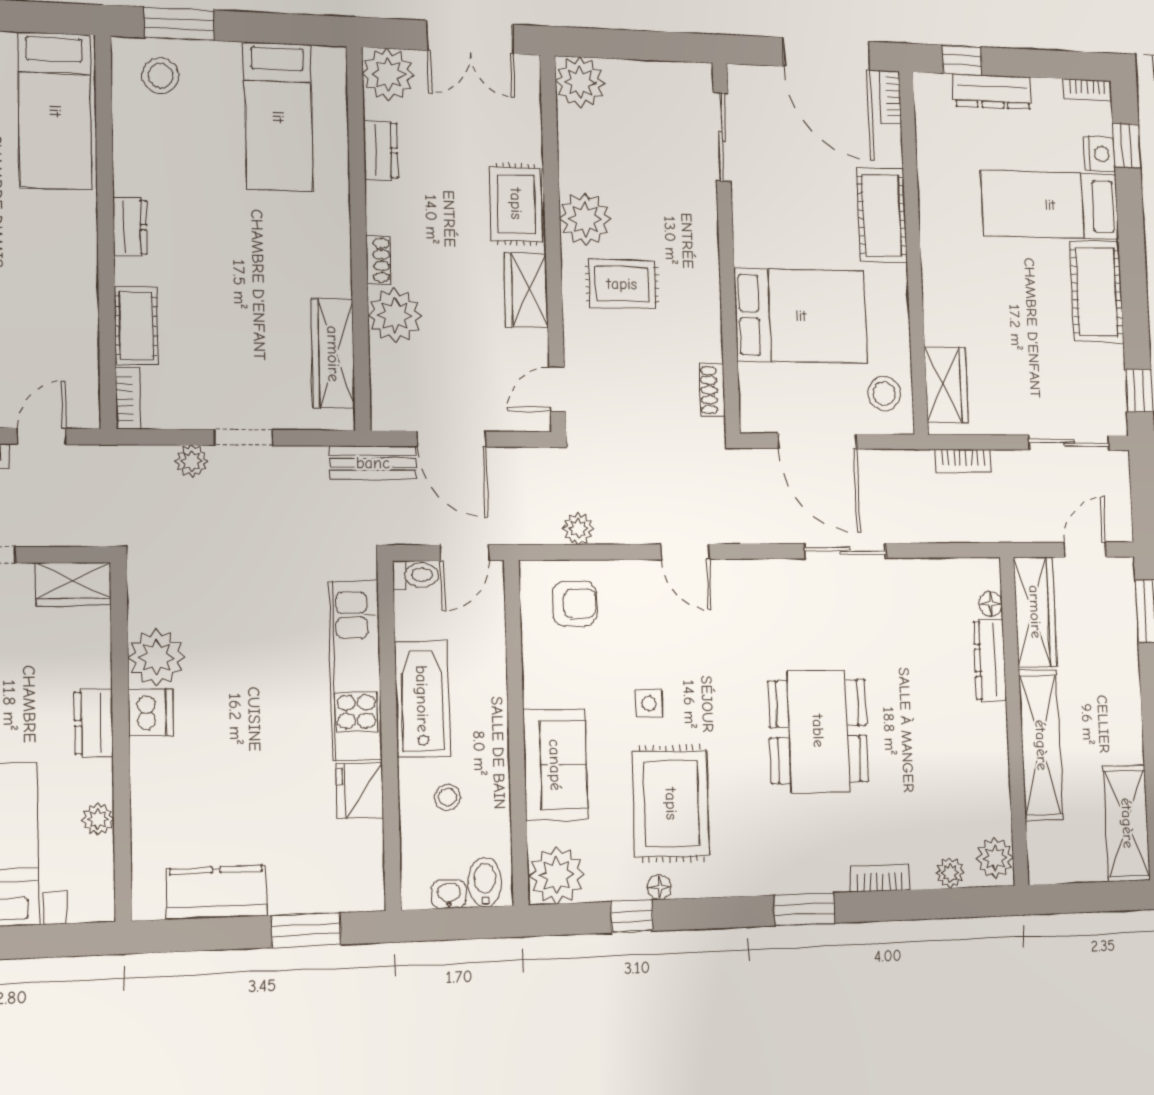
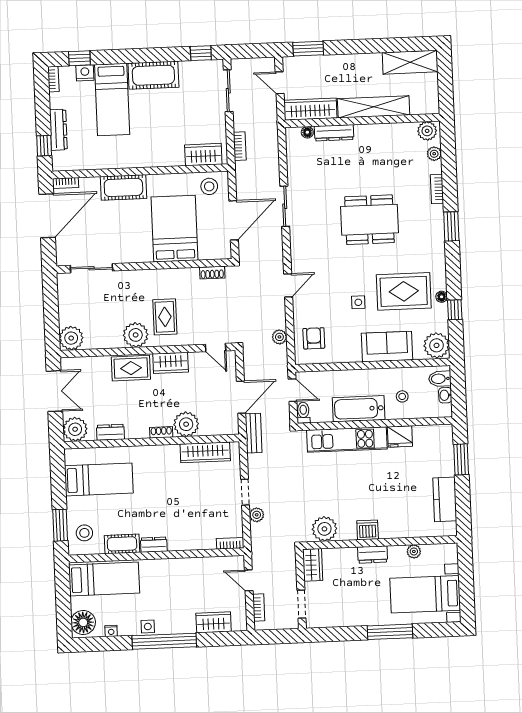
cot: (136, 326) -> (122, 544), moved
plant: (156, 657) -> (324, 529), moved

